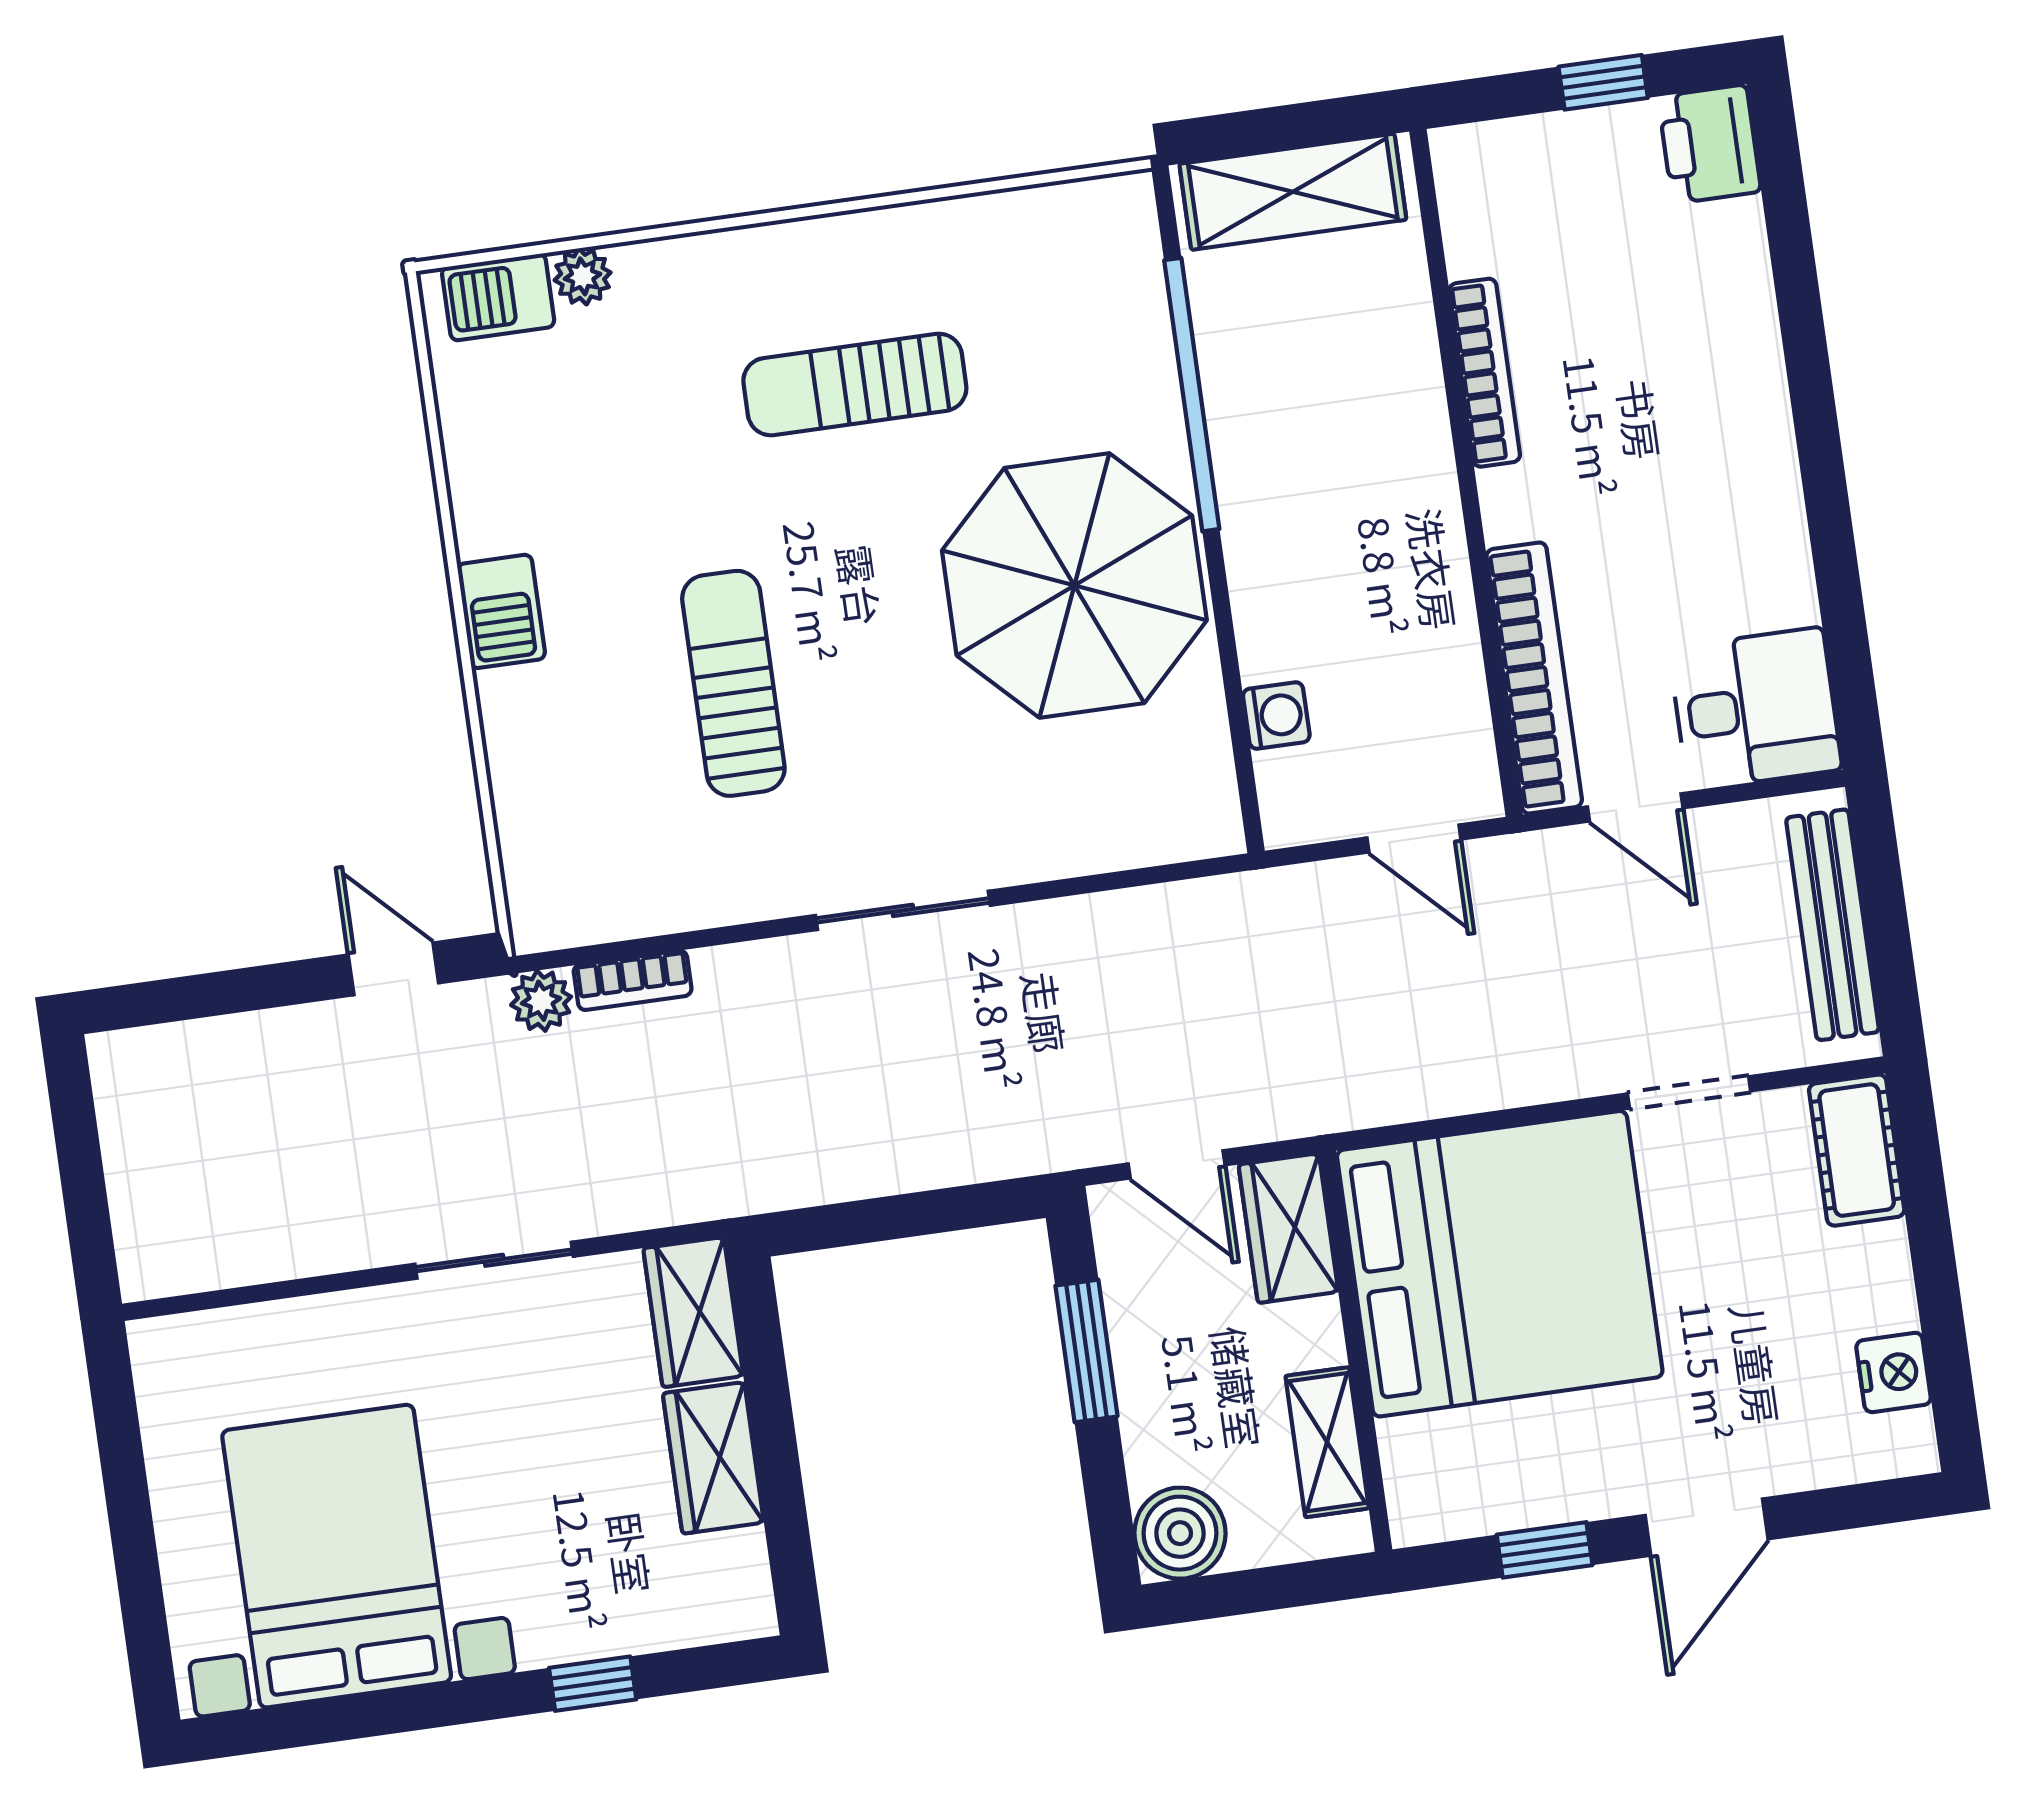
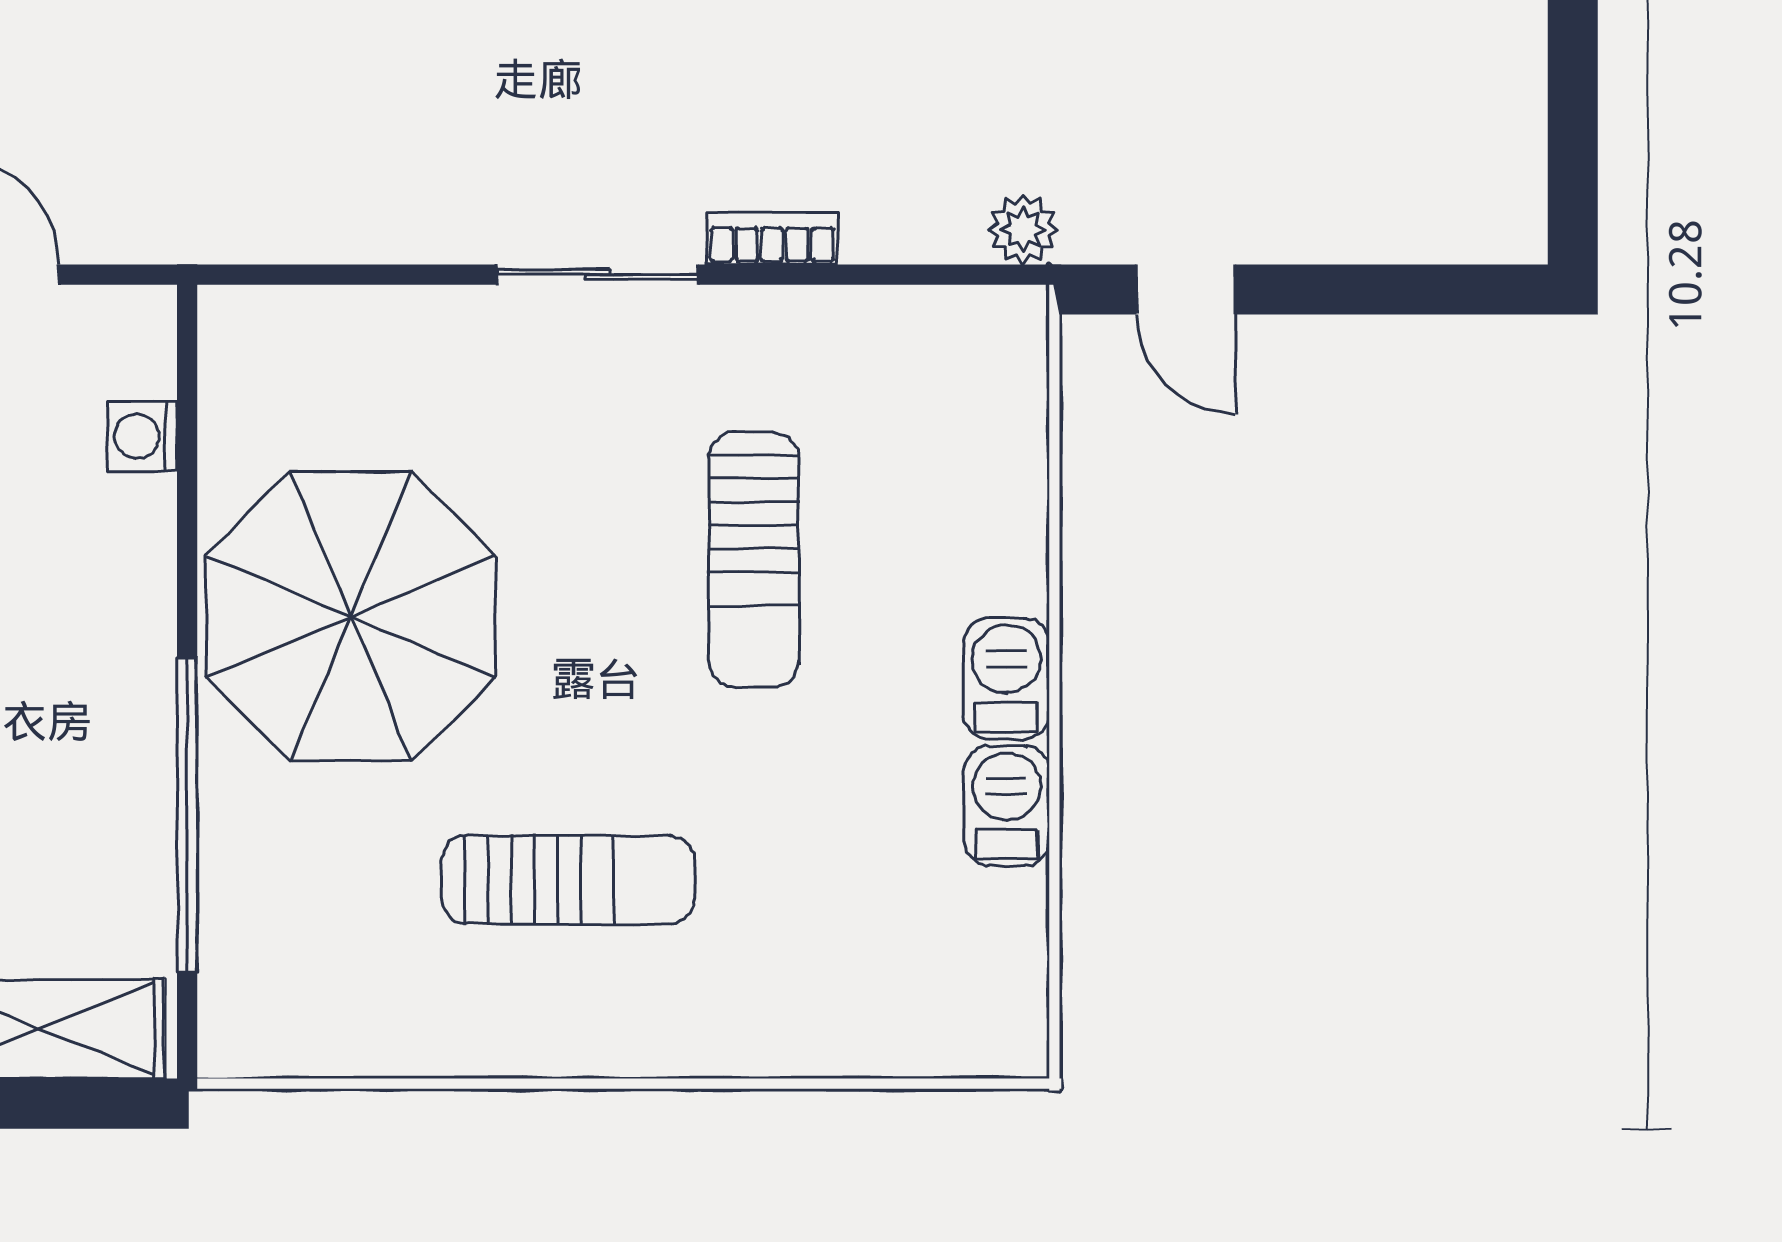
plant: (583, 276) -> (860, 1046), removed
barbecue: (498, 297) -> (1007, 806), moved, turned -90
bookcase: (633, 980) -> (772, 238), moved

